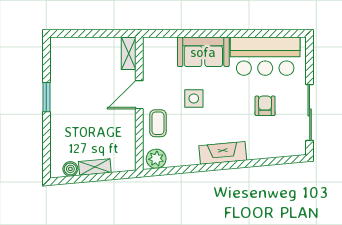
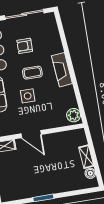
coffee table: (158, 123) -> (32, 73), moved

